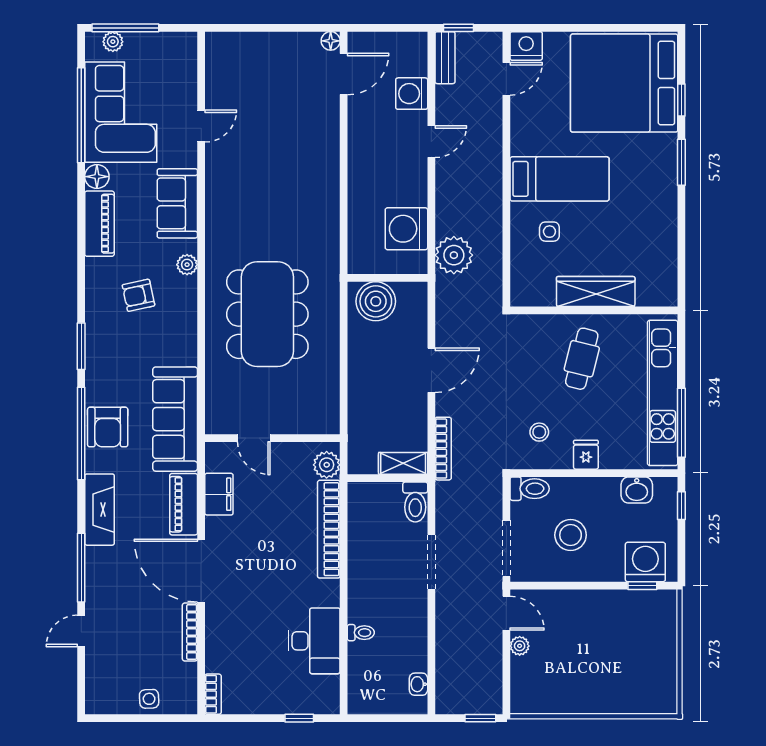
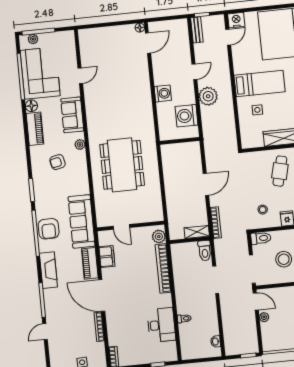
washing machine: (412, 94) -> (163, 93), moved, turned 180
plant: (454, 255) -> (208, 96), moved
boiler: (376, 301) -> (175, 153), removed

